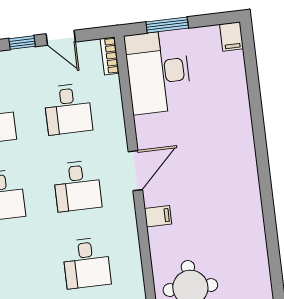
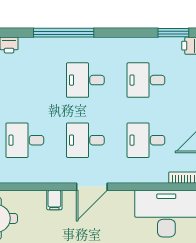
door: (135, 171) -> (92, 187), hinge flipped

